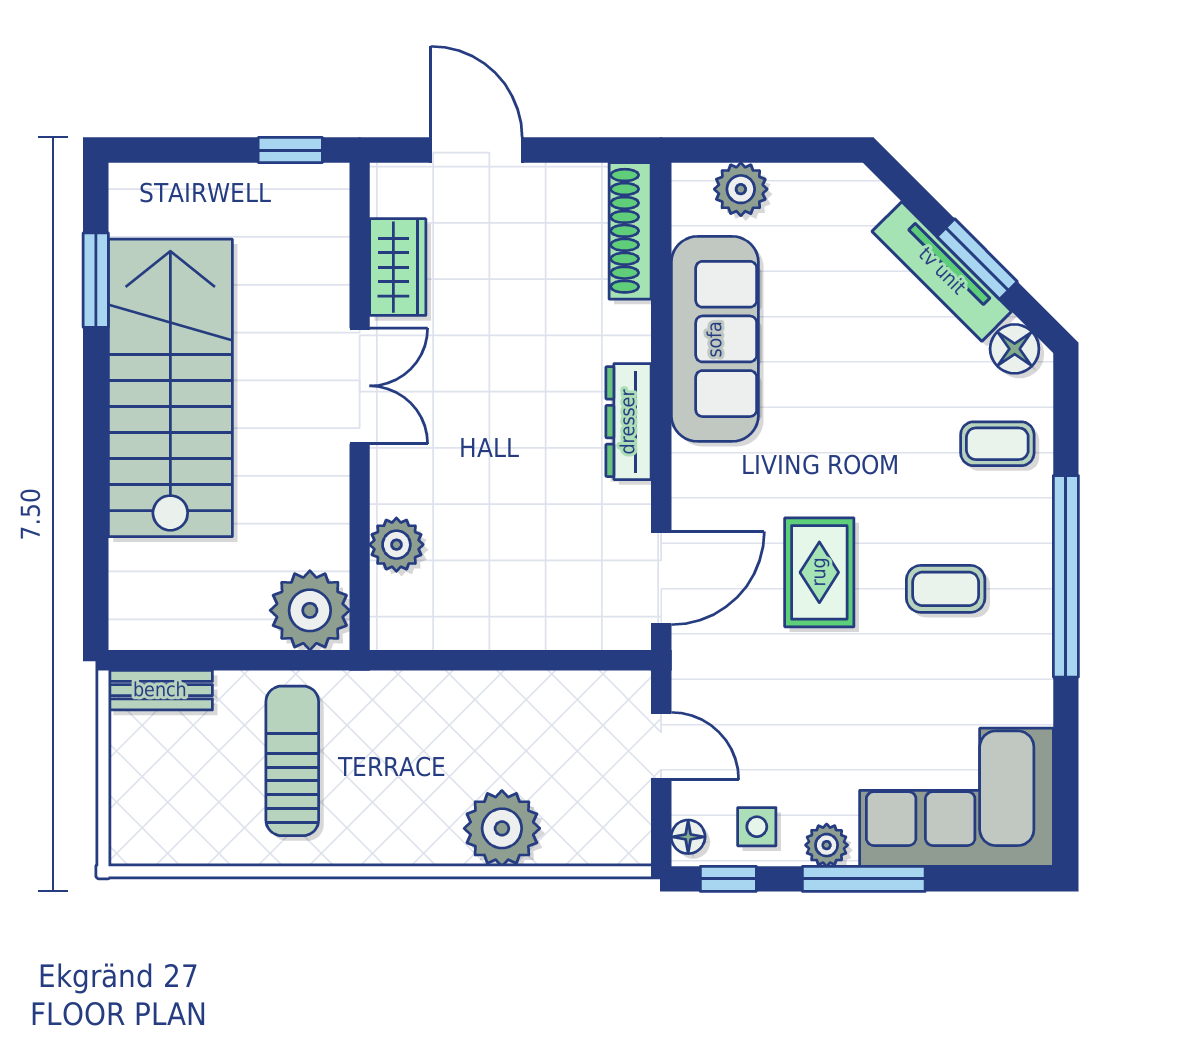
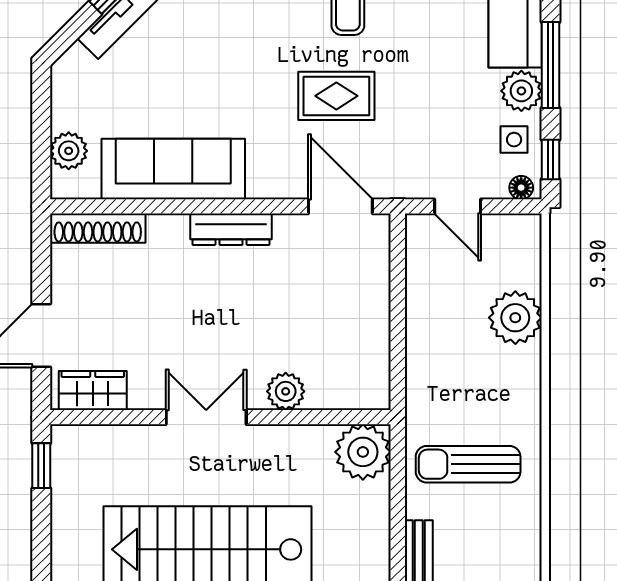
wardrobe: (398, 267) -> (93, 391), moved
plant: (396, 545) -> (286, 391), moved
door: (661, 746) -> (458, 206), swing flipped
plant: (827, 845) -> (521, 91), width x1.38, depth x1.38

